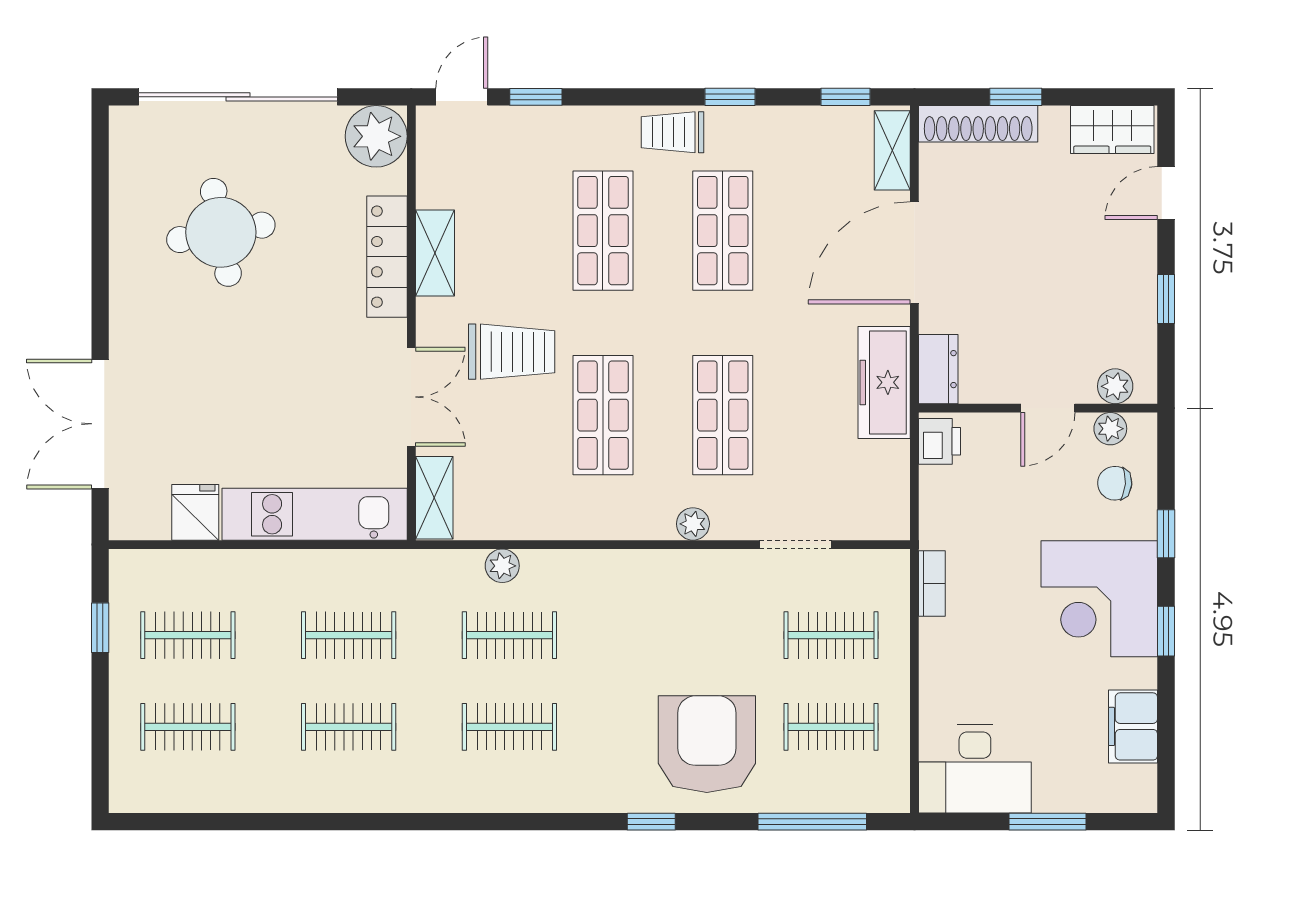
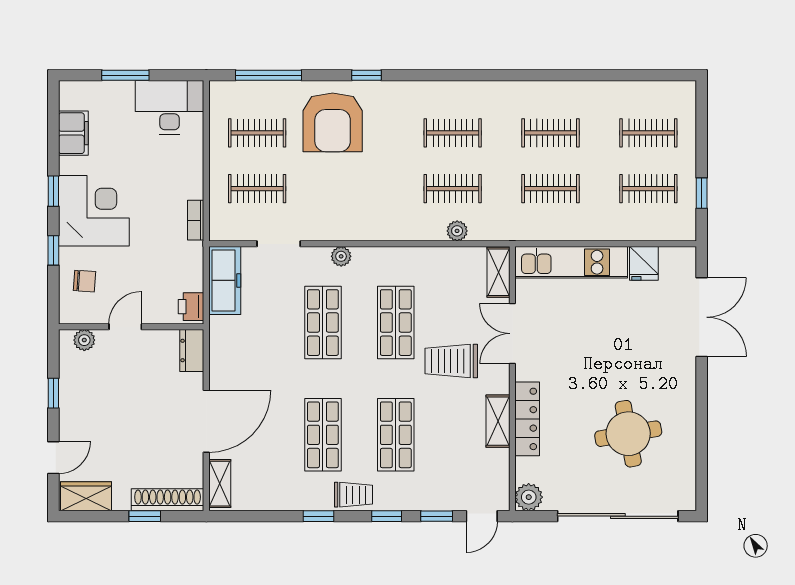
window: (846, 97) -> (387, 516), moved
plant: (376, 136) -> (529, 497), width x0.73, depth x0.73
freezer: (884, 382) -> (225, 280), moved
plant: (1110, 429) -> (87, 314), removed

